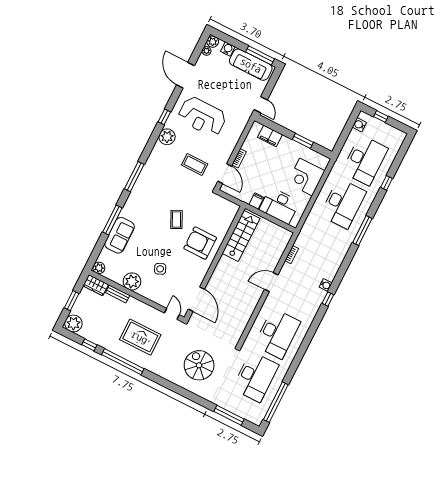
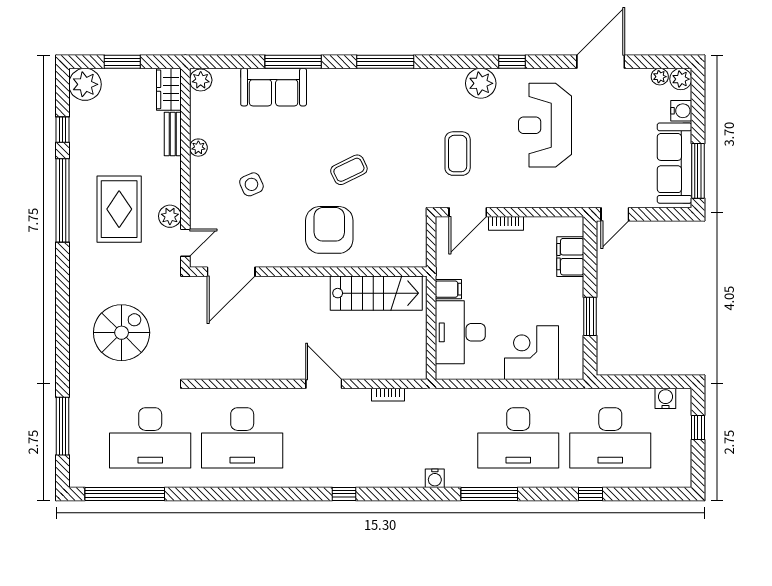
plant: (132, 281) -> (198, 148), width x0.53, depth x0.53
water cooler: (326, 285) -> (435, 478), moved
plant: (156, 315) -> (170, 216), added

